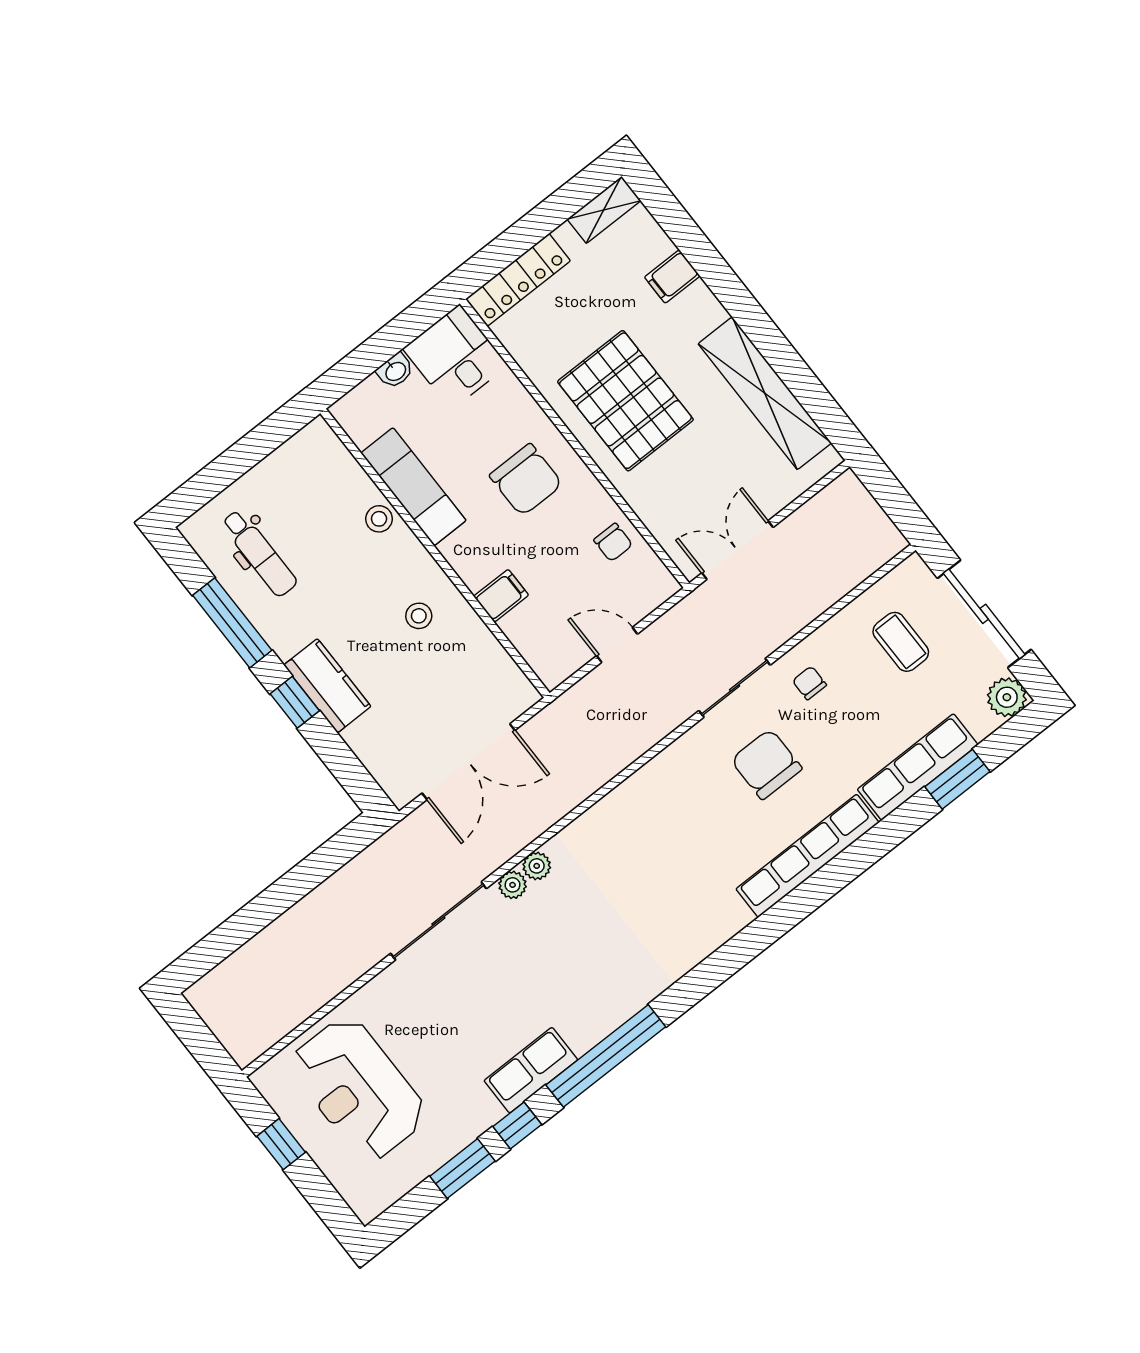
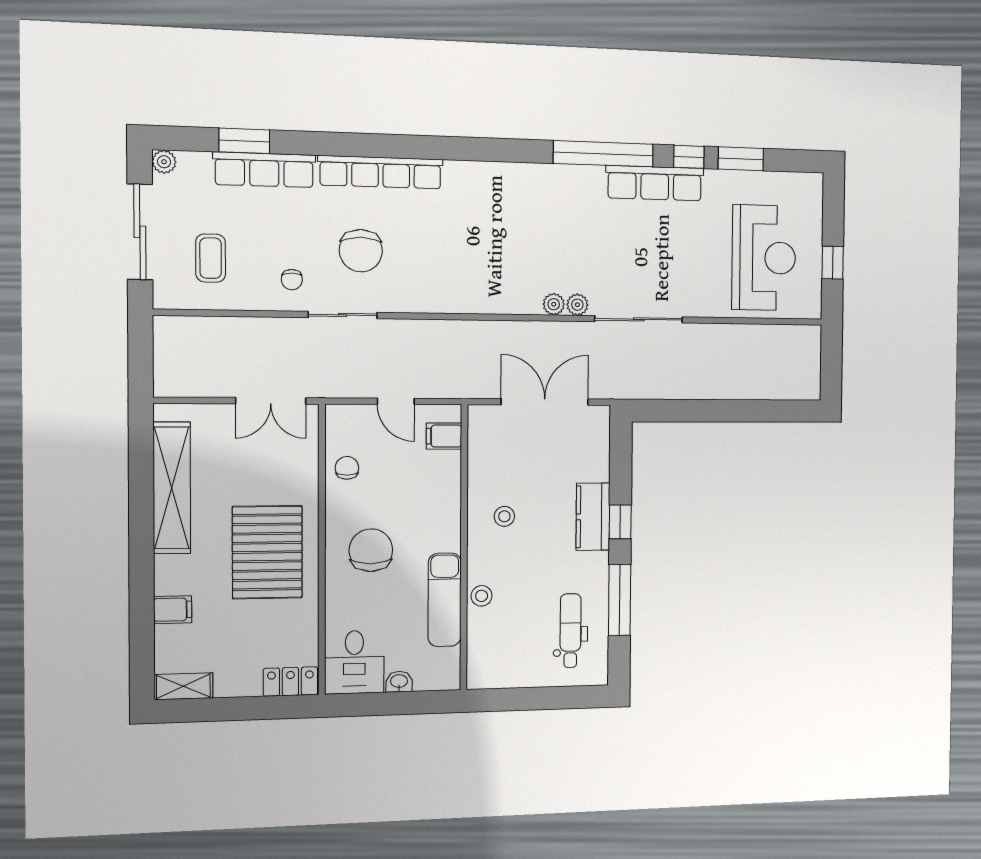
locker: (518, 280) -> (290, 681), width x0.66
filing cabinet: (501, 596) -> (444, 436), moved
plant: (1007, 697) -> (164, 162), width x0.73, depth x0.73
row of seats: (531, 1070) -> (655, 183), width x1.48

